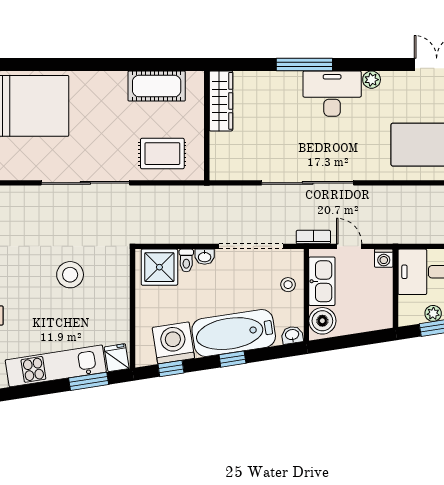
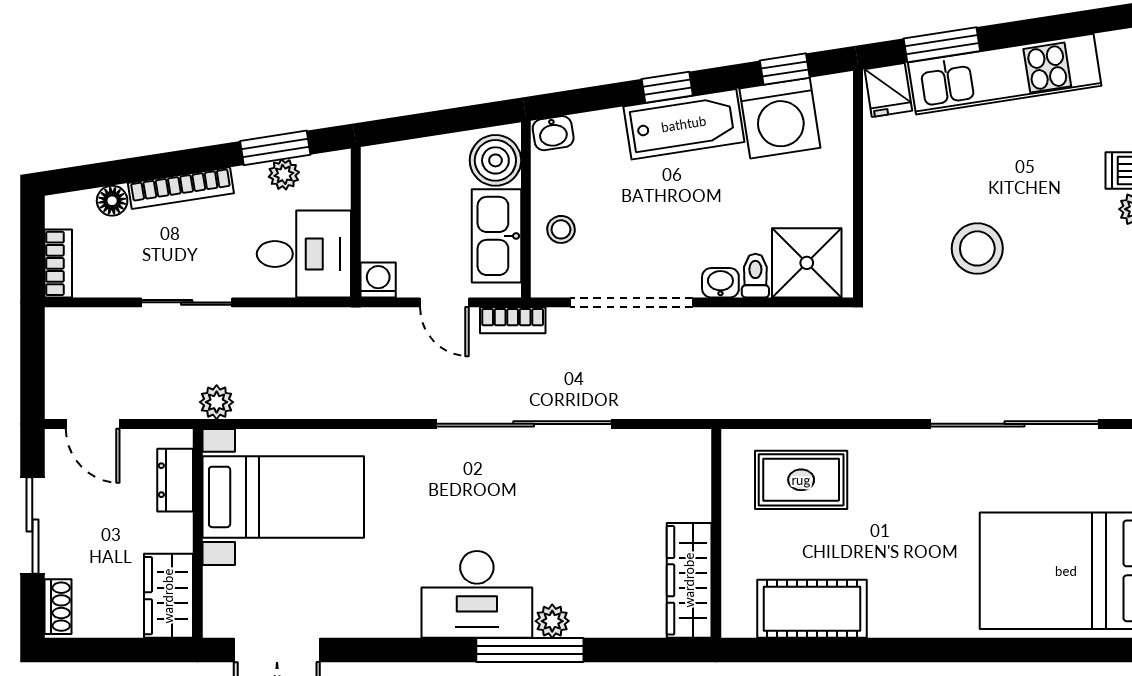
plant: (372, 80) -> (552, 621), moved
sliding door: (85, 183) -> (1015, 424), moved
bathtub: (234, 333) -> (684, 124), width x0.73, depth x0.73

